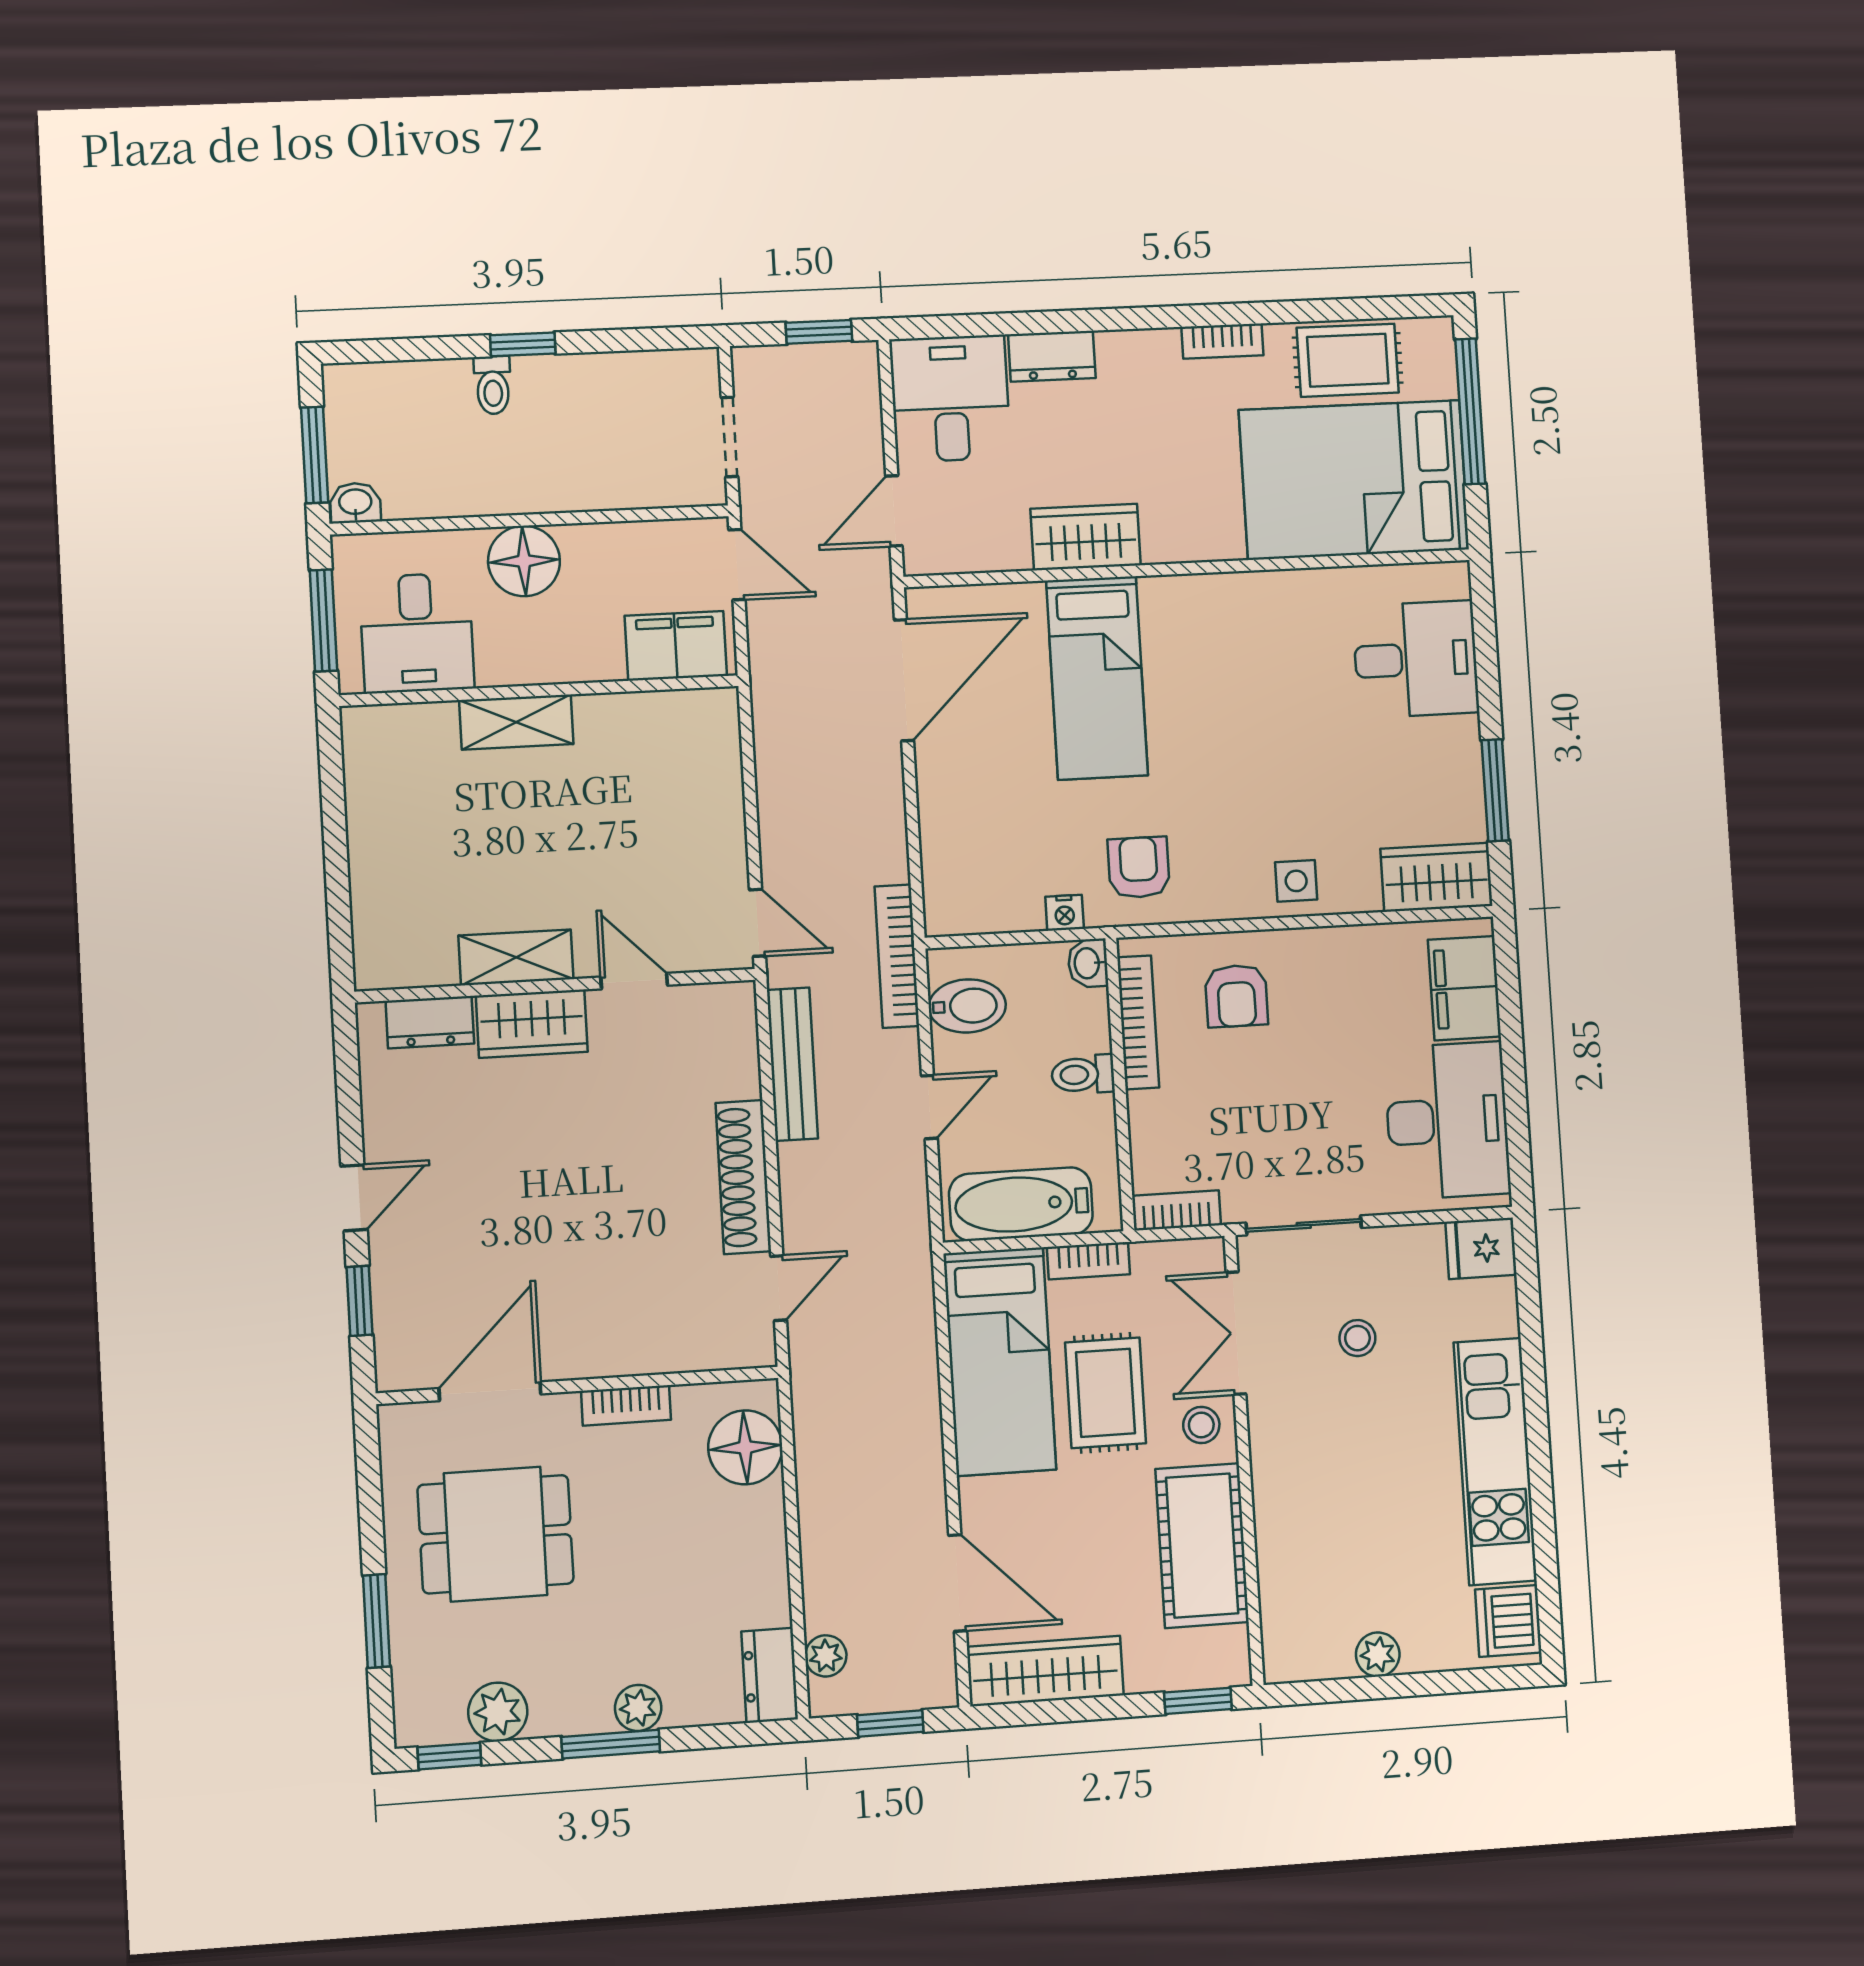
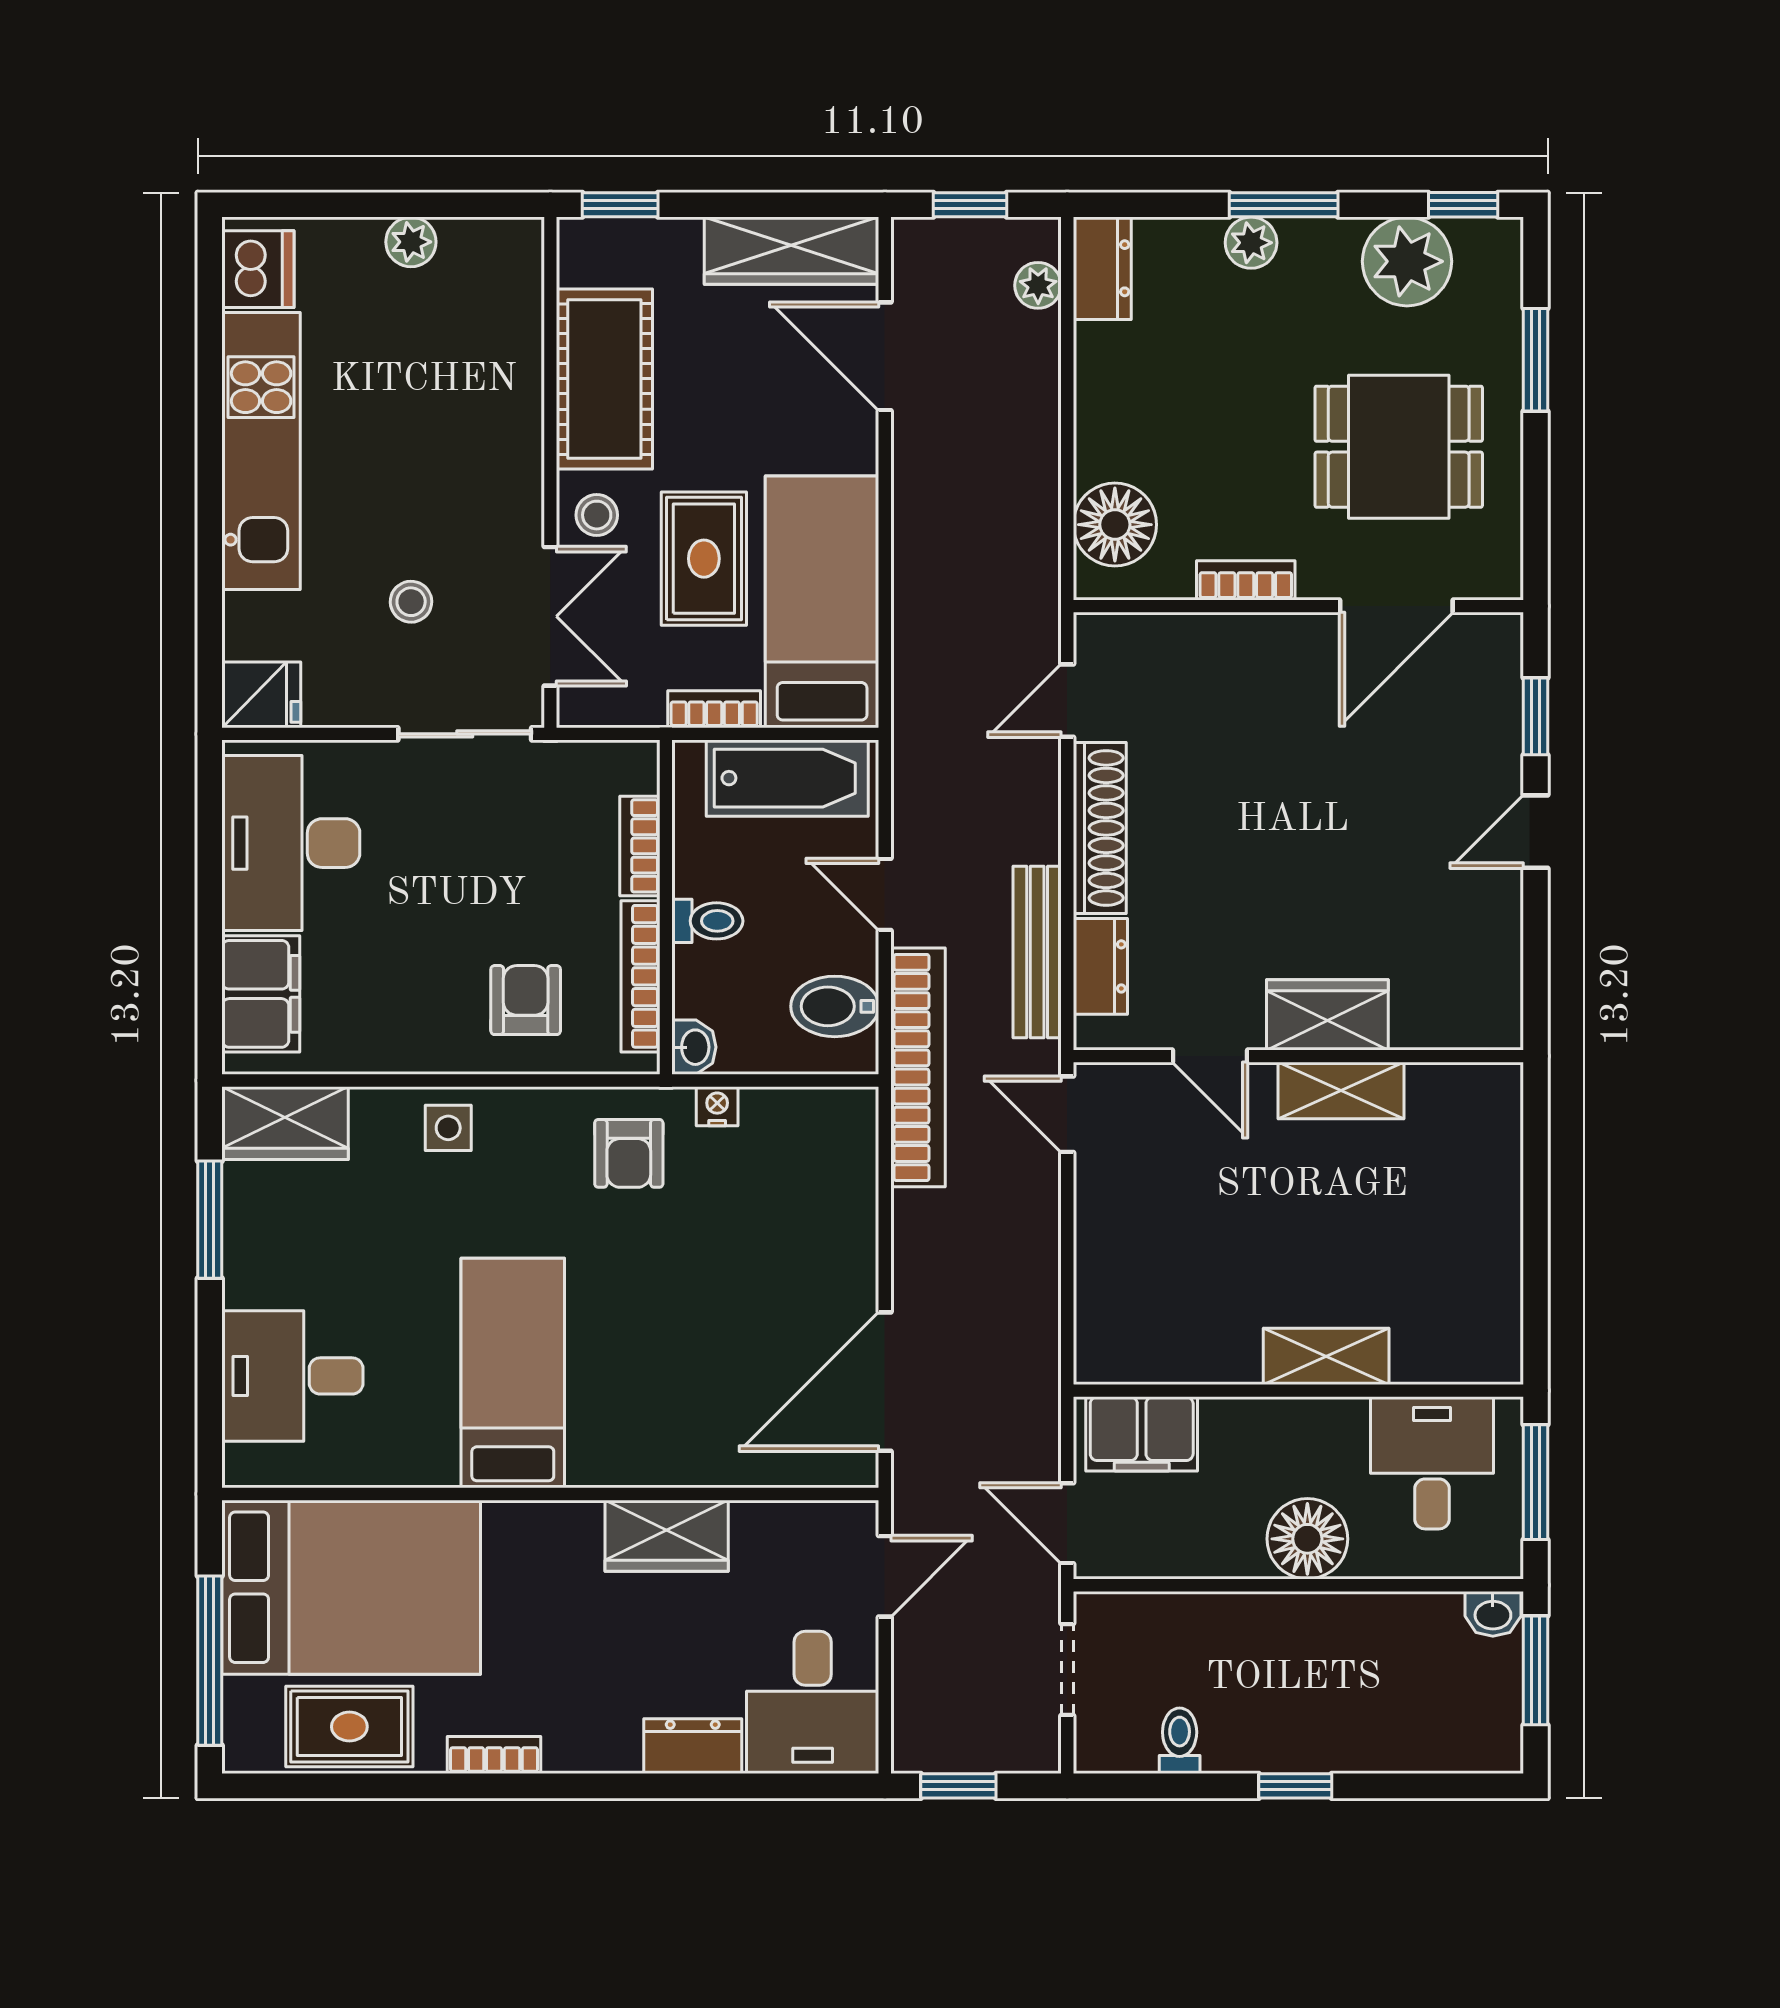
toilet: (493, 385) -> (1180, 1741), moved
bed: (1097, 678) -> (513, 1373), moved
bookcase: (897, 956) -> (918, 1067), width x1.48, depth x1.31
dresser: (430, 1022) -> (1100, 966), moved, turned 90
door: (929, 1107) -> (885, 894), hinge flipped
bookcase: (1176, 1210) -> (640, 846), moved, turned 90
plant: (498, 1712) -> (1407, 261), width x1.36, depth x1.36

